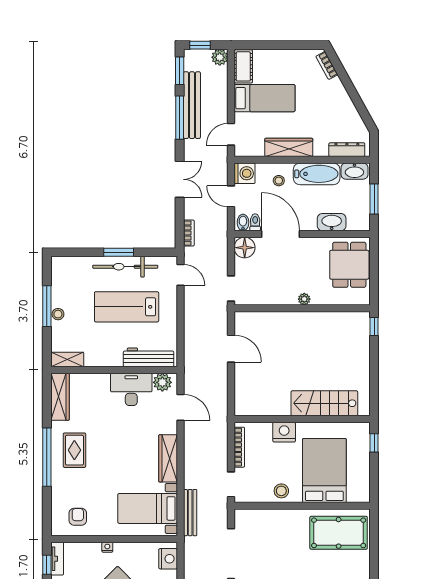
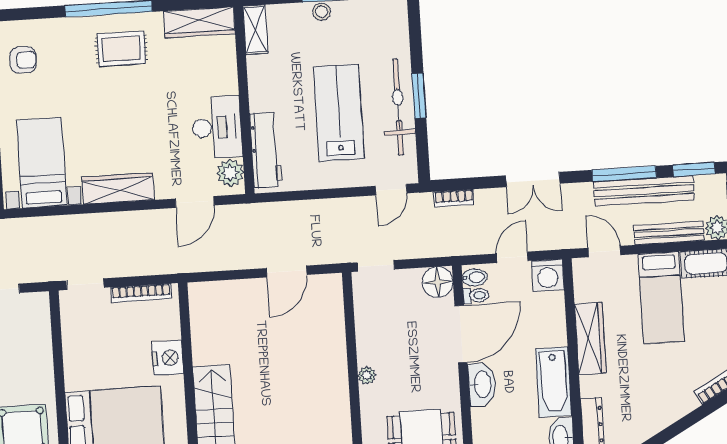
stool: (279, 181) -> (540, 327), removed
washbasin: (332, 222) -> (482, 384), moved
stool: (281, 491) -> (80, 359), removed
bench: (190, 513) -> (669, 233), moved

